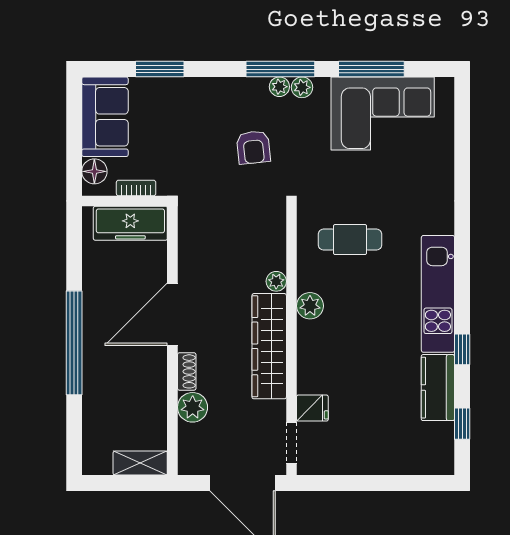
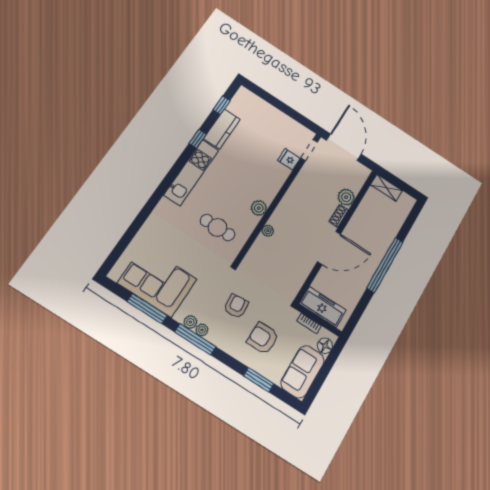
armchair: (189, 127) -> (263, 338), added
wardrobe: (269, 346) -> (291, 202), removed

